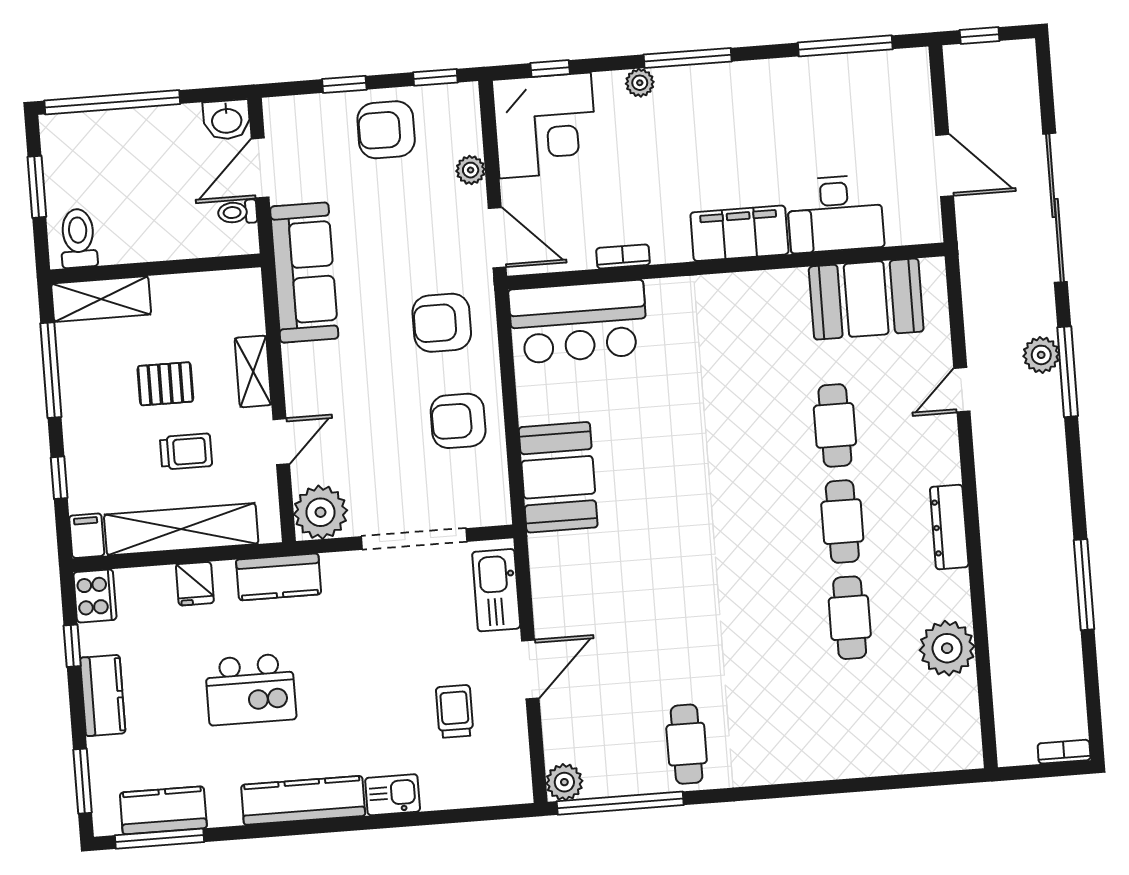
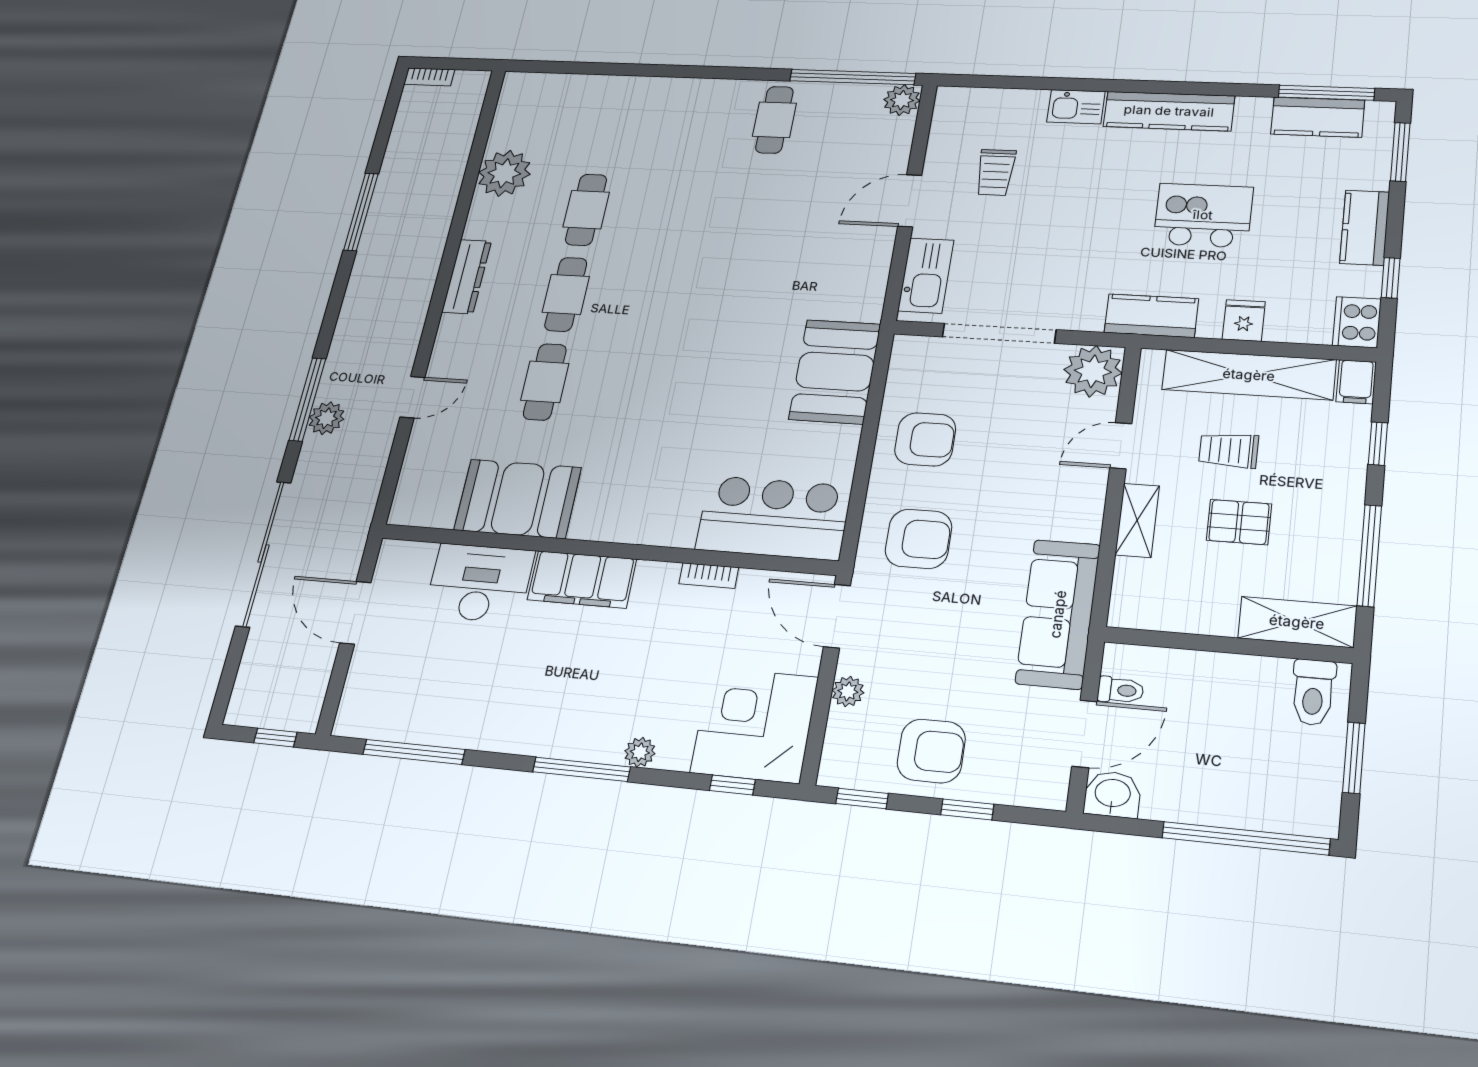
booth: (866, 299) -> (518, 499), moved

